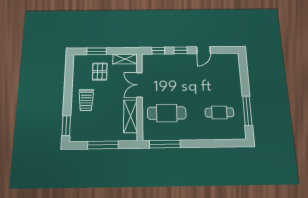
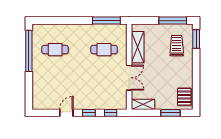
pallet: (100, 71) -> (184, 97), moved
trolley: (86, 100) -> (177, 46), moved
window: (247, 111) -> (29, 51), width x1.46
cafe table: (167, 113) -> (104, 50), width x0.73, depth x0.74
window: (103, 145) -> (173, 21), moved

